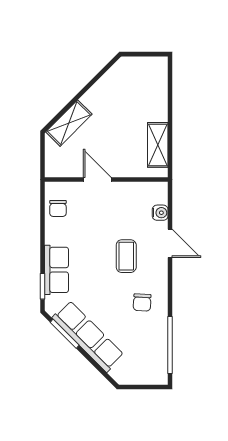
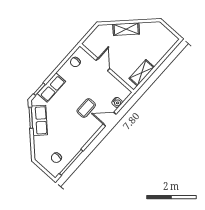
shelving: (69, 123) -> (126, 29), moved
door: (170, 243) -> (110, 119), swing flipped
chair: (142, 302) -> (56, 158), moved
row of seats: (88, 336) -> (39, 120), width x0.68

